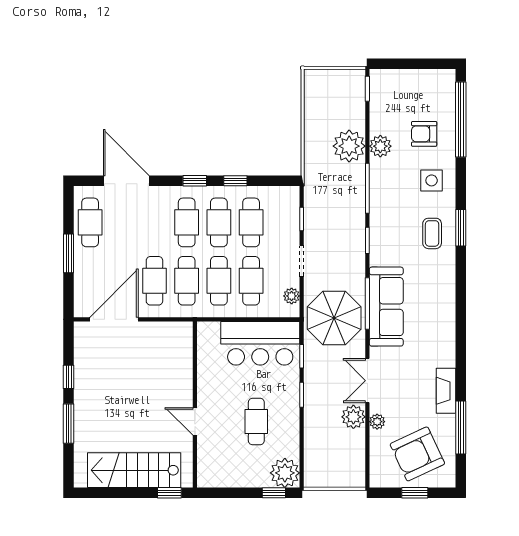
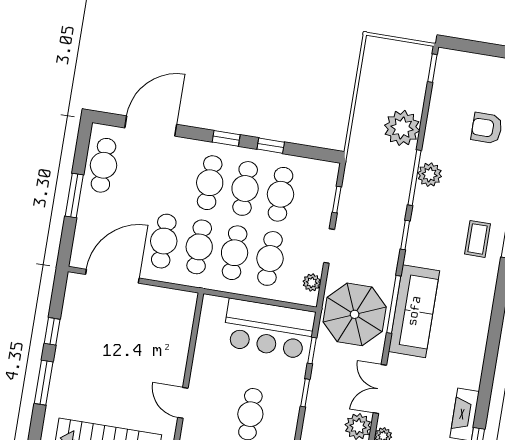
plant: (380, 146) -> (430, 175), moved
side table: (432, 180) -> (486, 181), removed
door: (126, 181) -> (151, 126), hinge flipped

